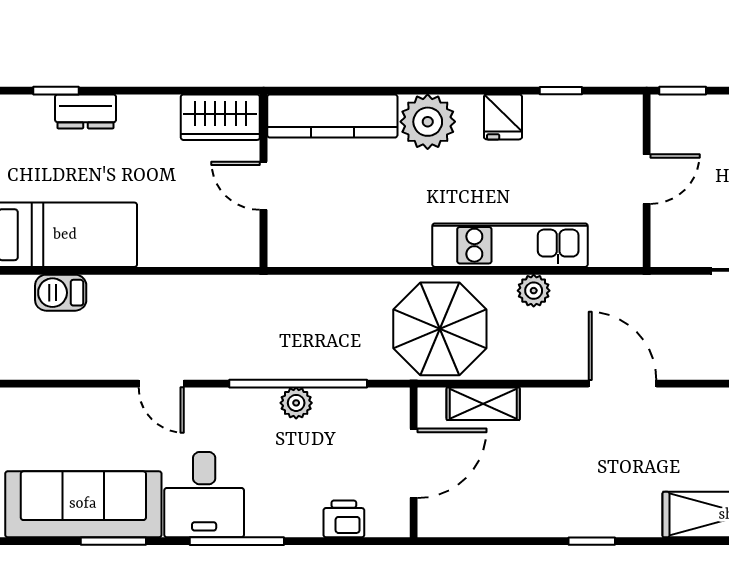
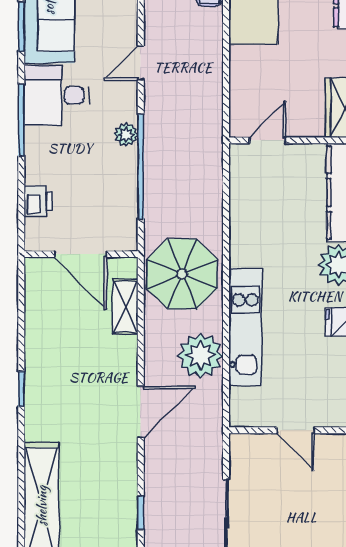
door: (264, 186) -> (267, 140), moved
plant: (534, 291) -> (200, 355), width x1.87, depth x1.87
plant: (296, 403) -> (126, 135), moved

